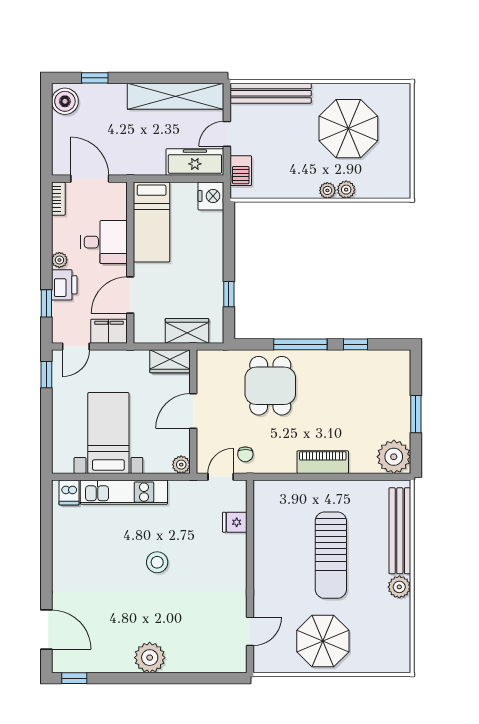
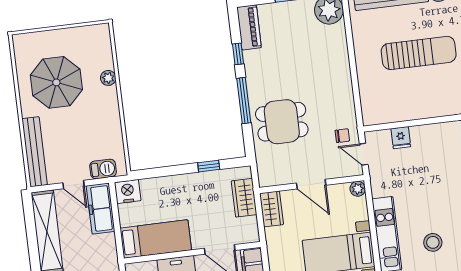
plant: (327, 190) -> (111, 94), removed
piano: (323, 462) -> (249, 27), moved, turned 180
stool: (157, 562) -> (433, 242), moved

